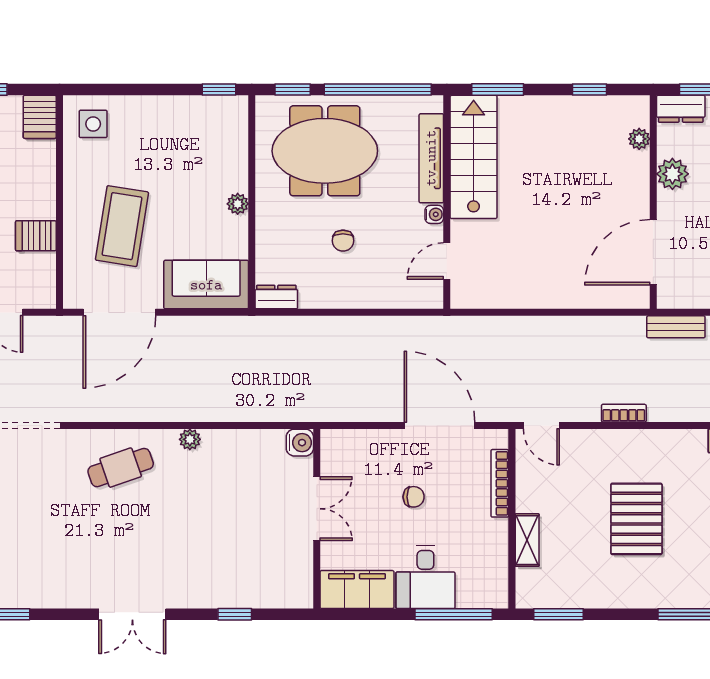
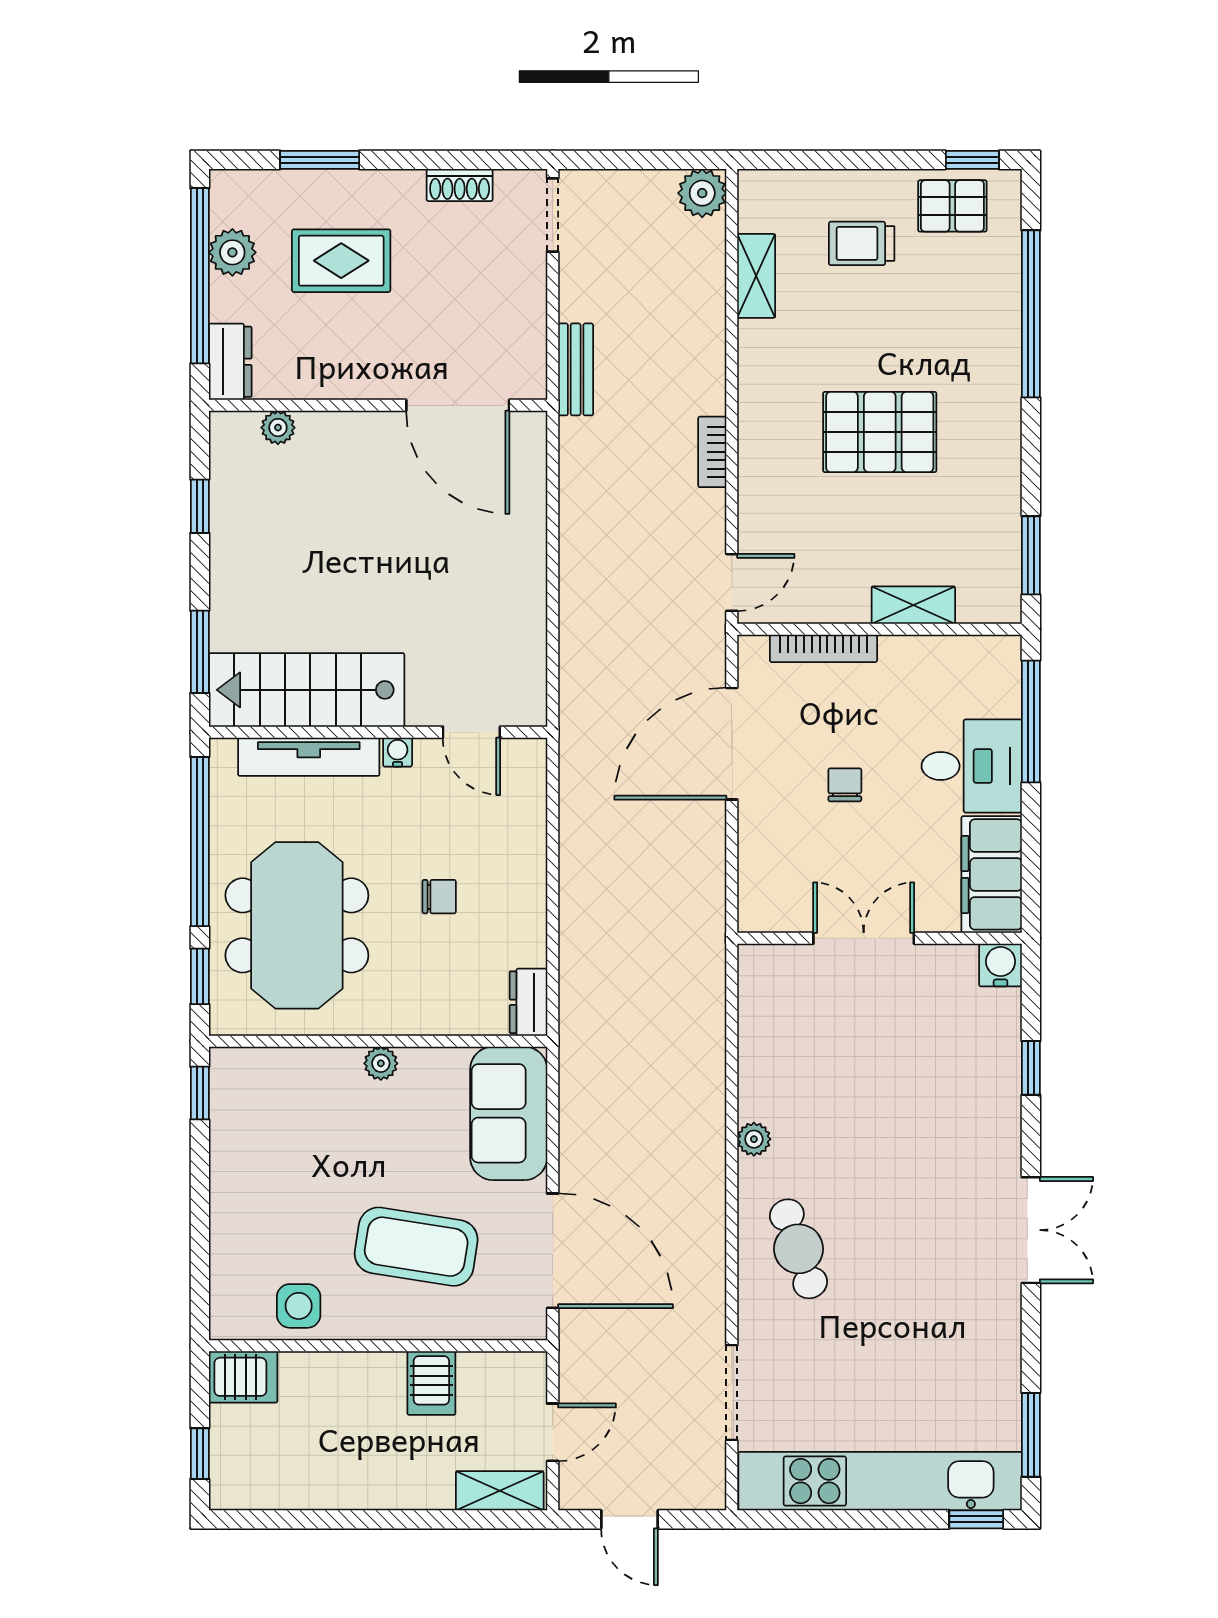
side table: (93, 124) -> (299, 1306), moved
plant: (672, 174) -> (333, 375), removed
water cooler: (300, 443) -> (1001, 965), moved

